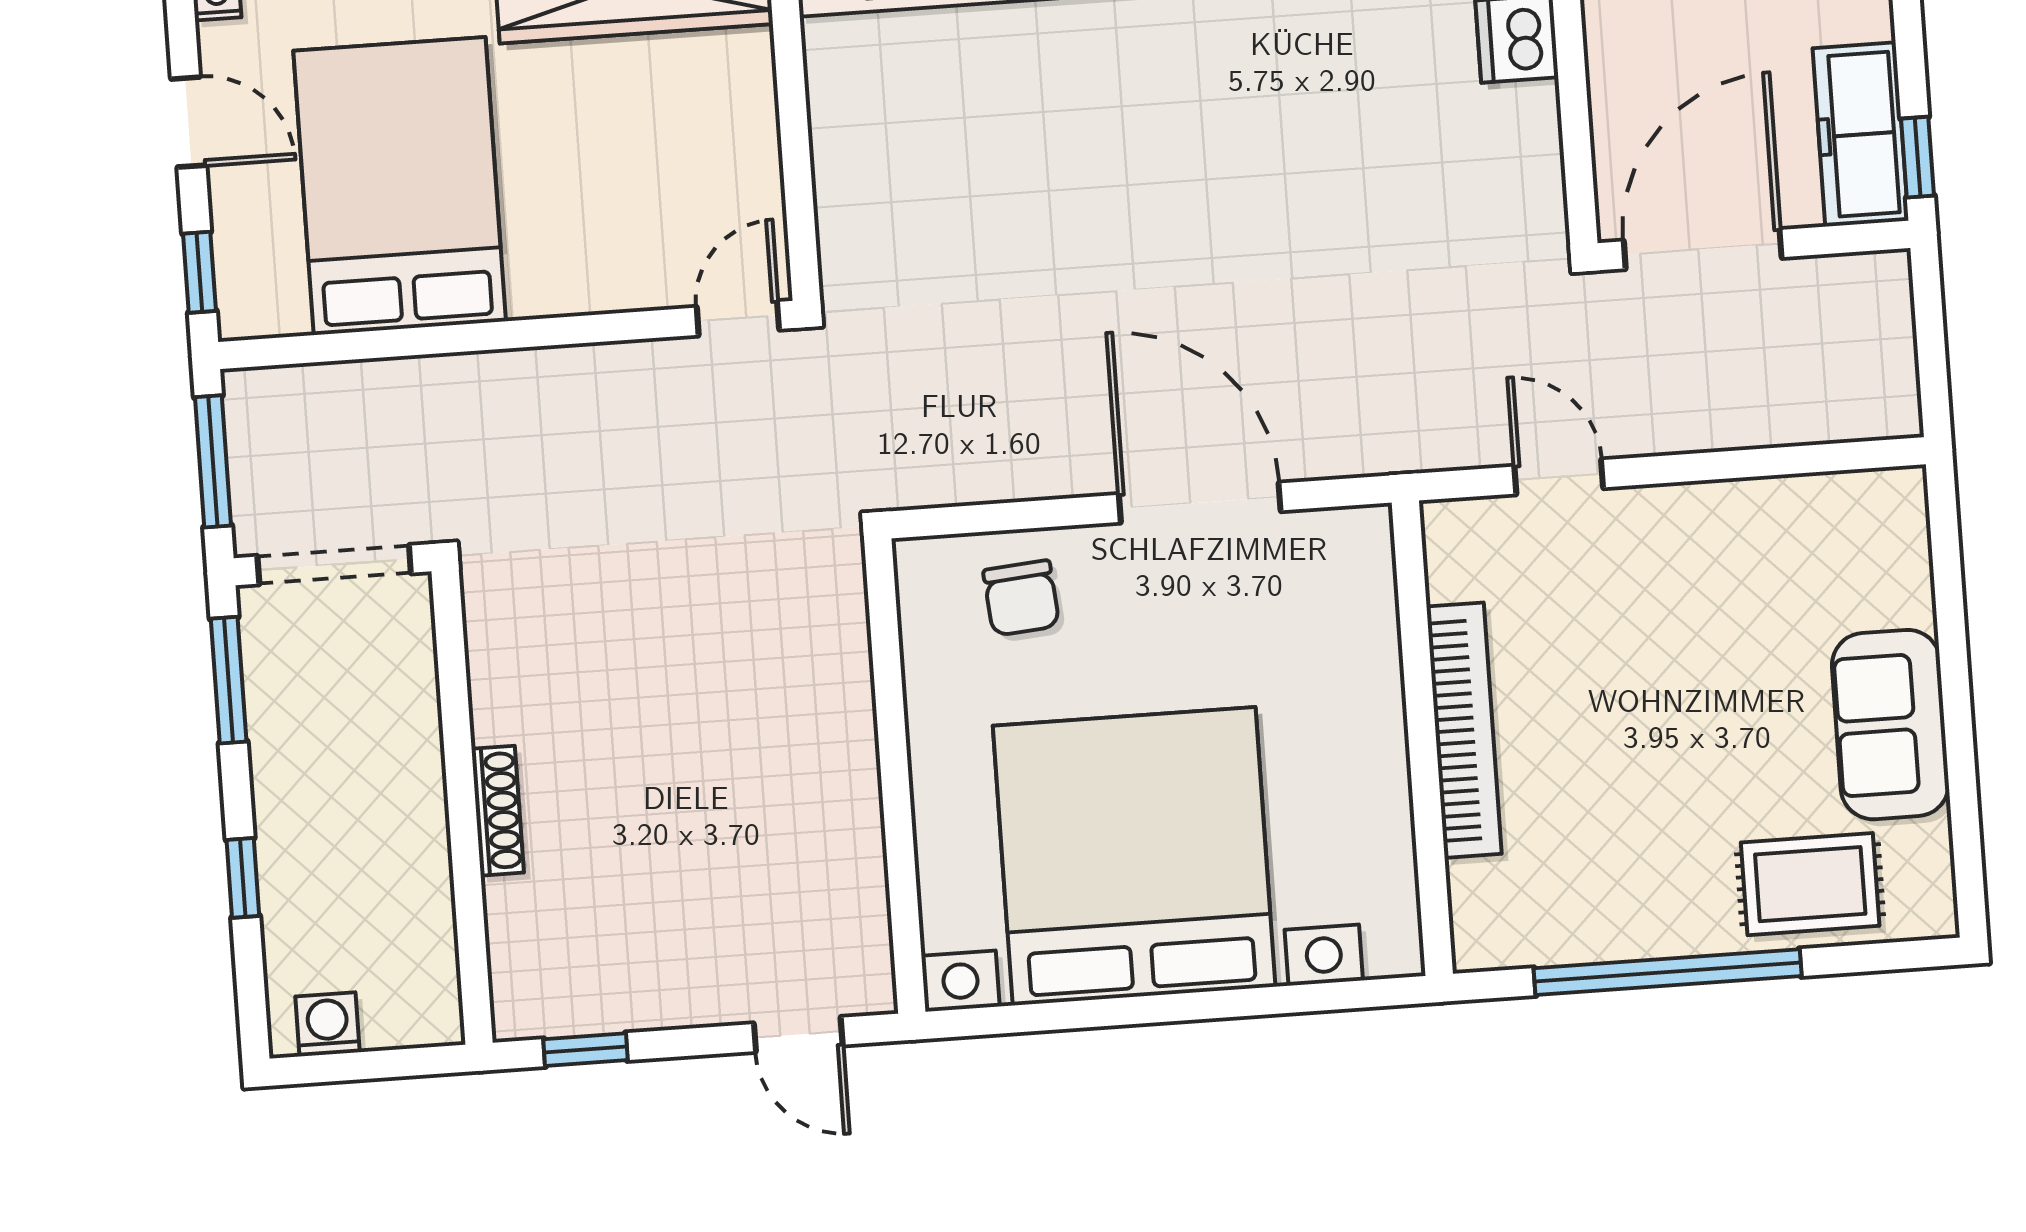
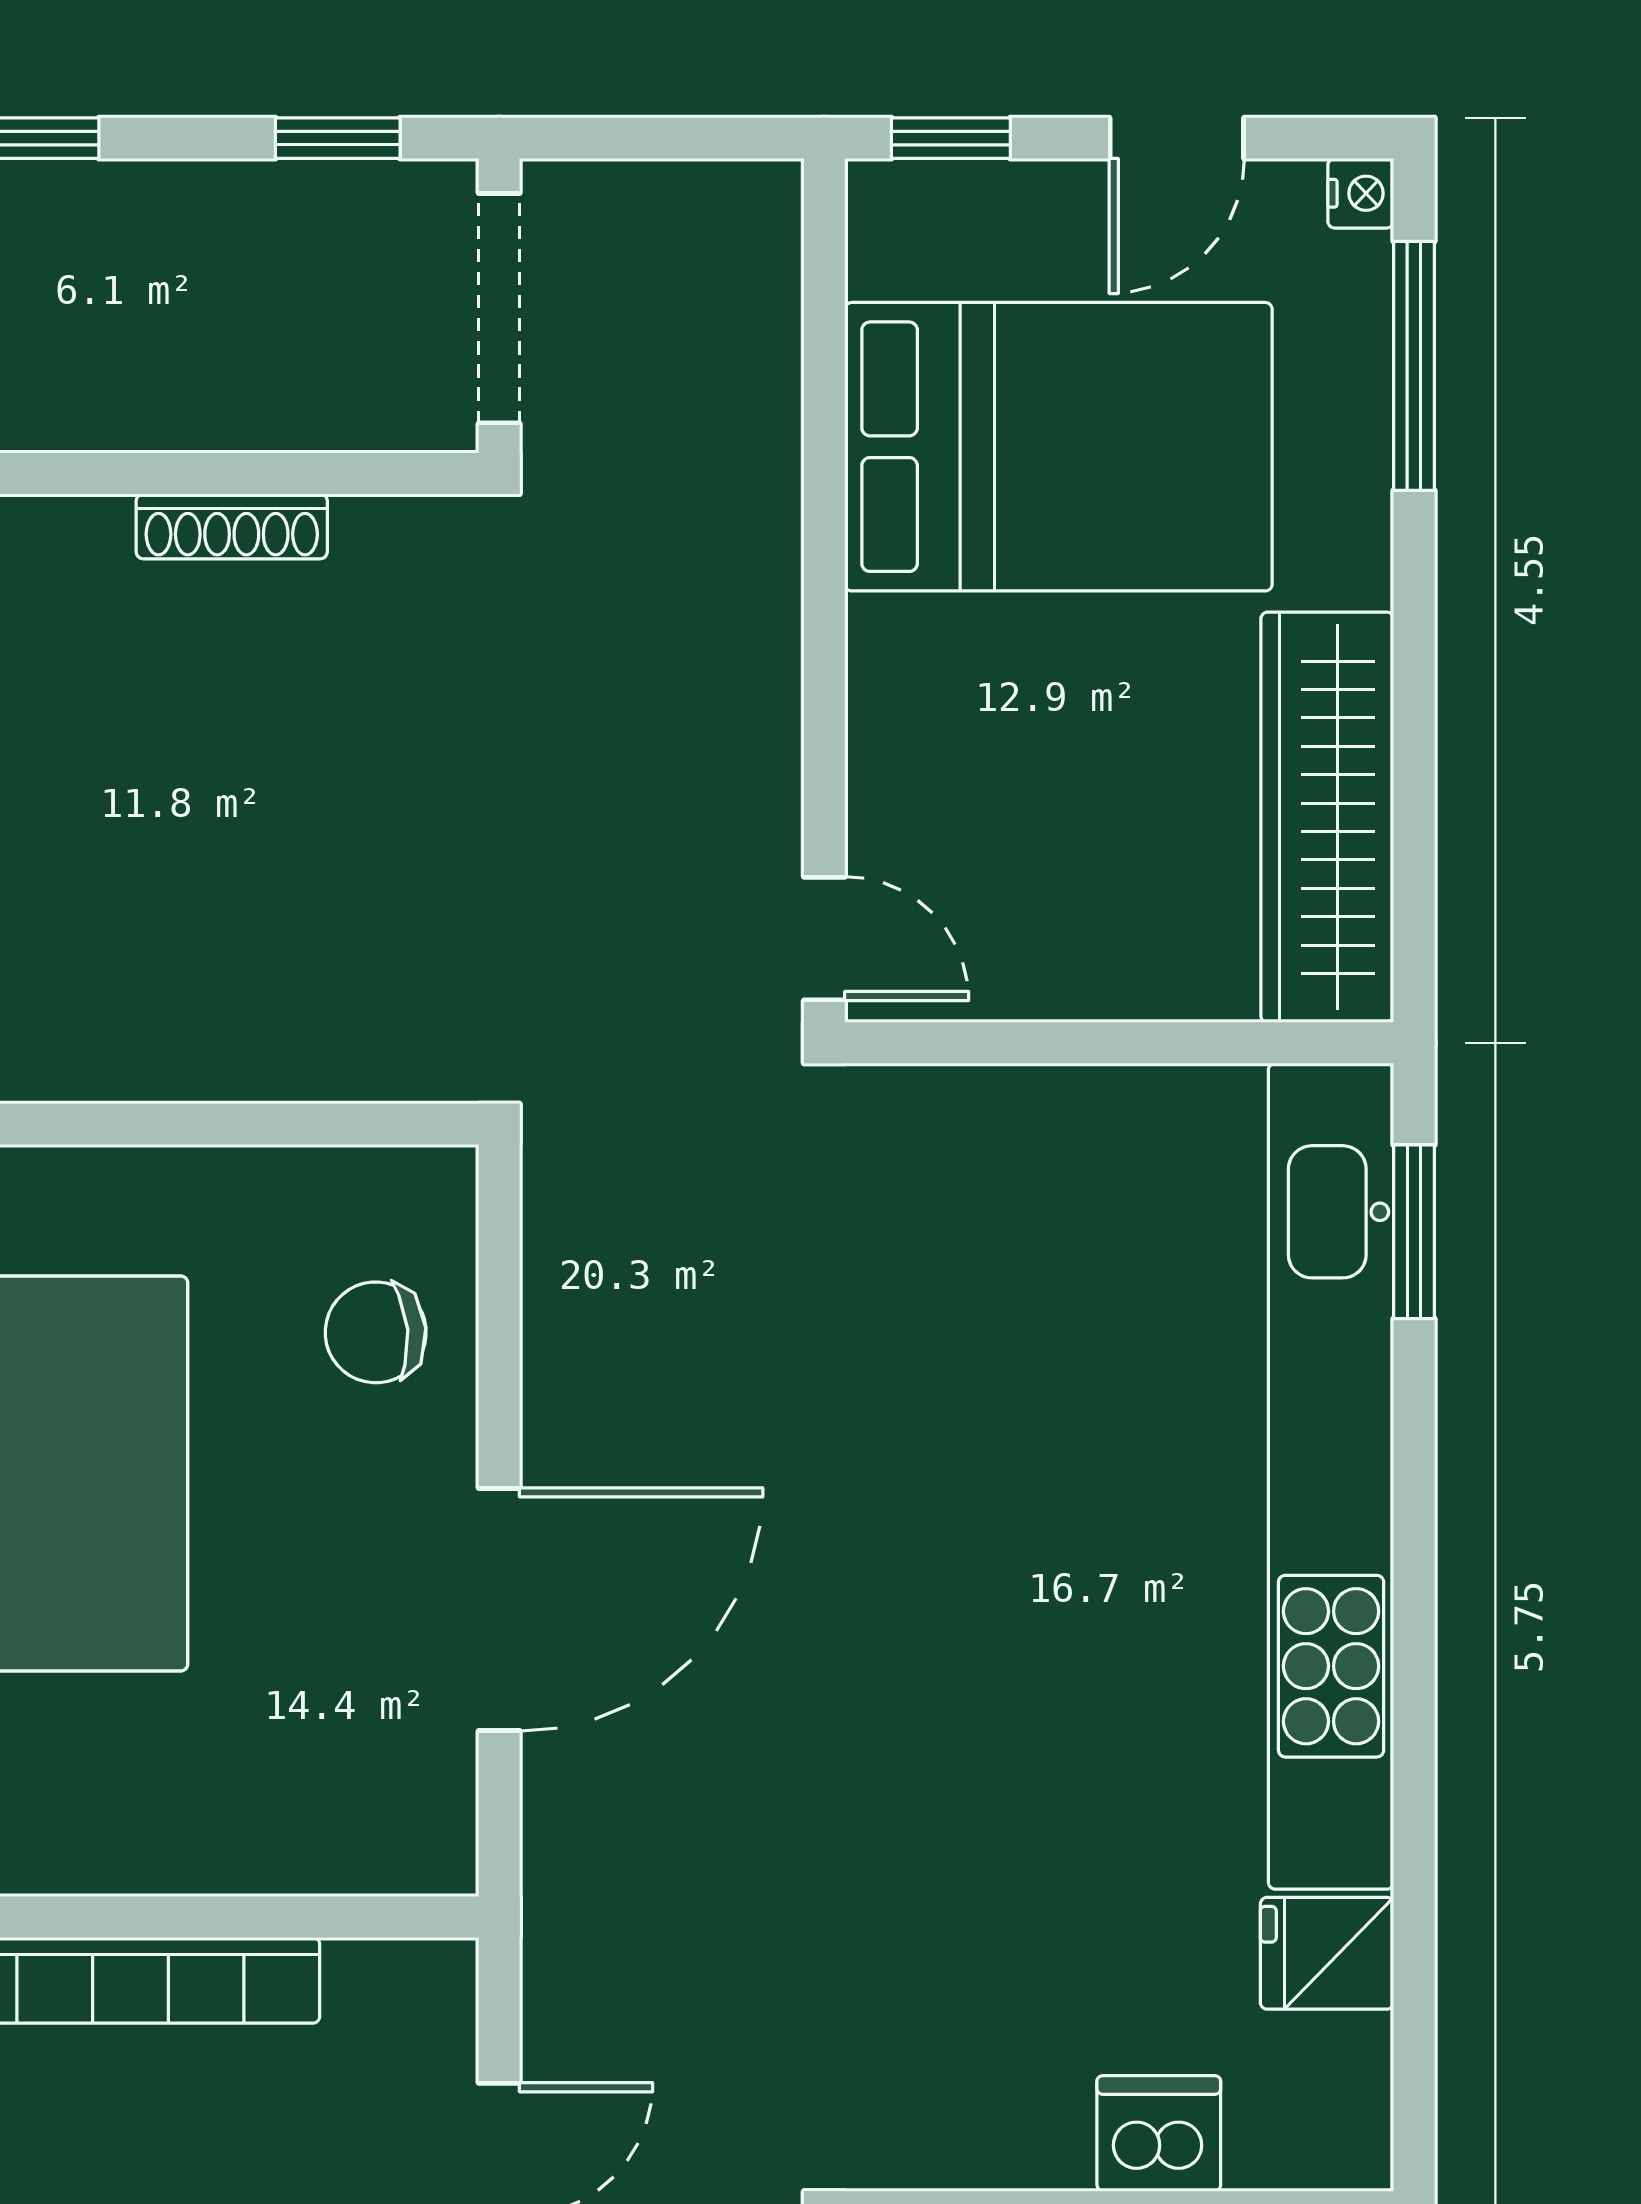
window: (213, 461) -> (667, 138), removed
window: (229, 680) -> (338, 138), width x0.67
shoe rack: (498, 811) -> (232, 526), moved

